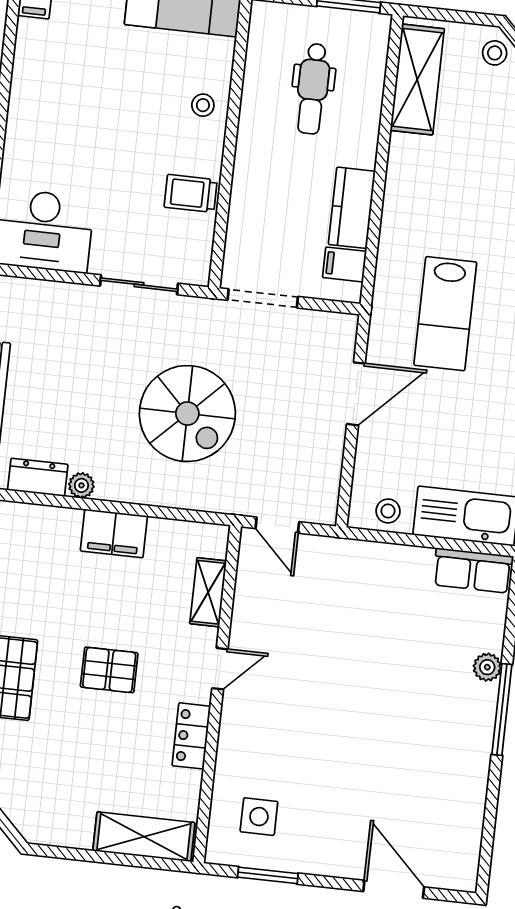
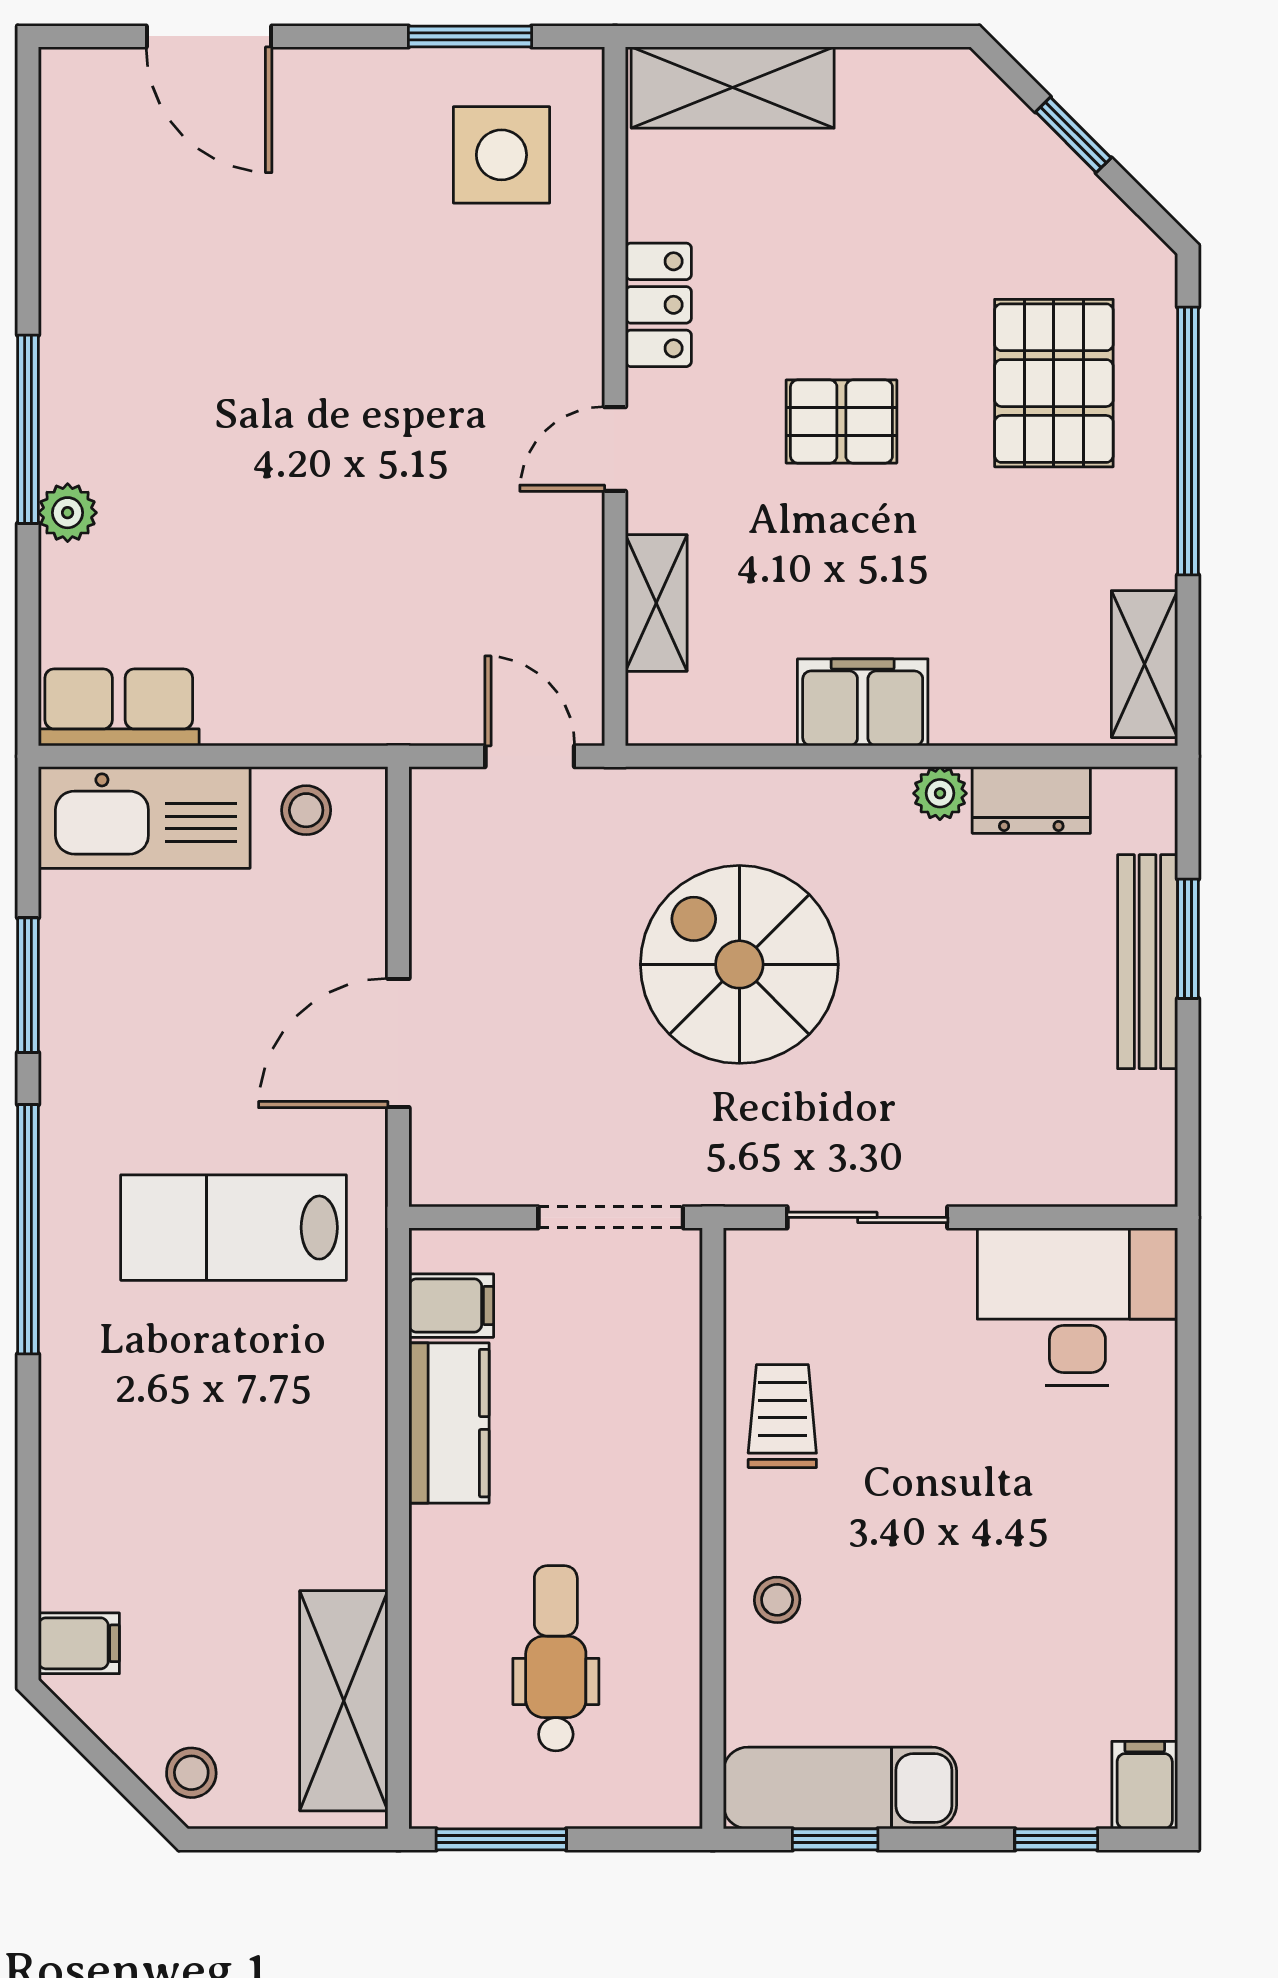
trolley: (191, 193) -> (782, 1416), turned -90
lab bench: (445, 314) -> (234, 1228), turned -90
side table: (259, 817) -> (501, 155), width x1.37, depth x1.37

